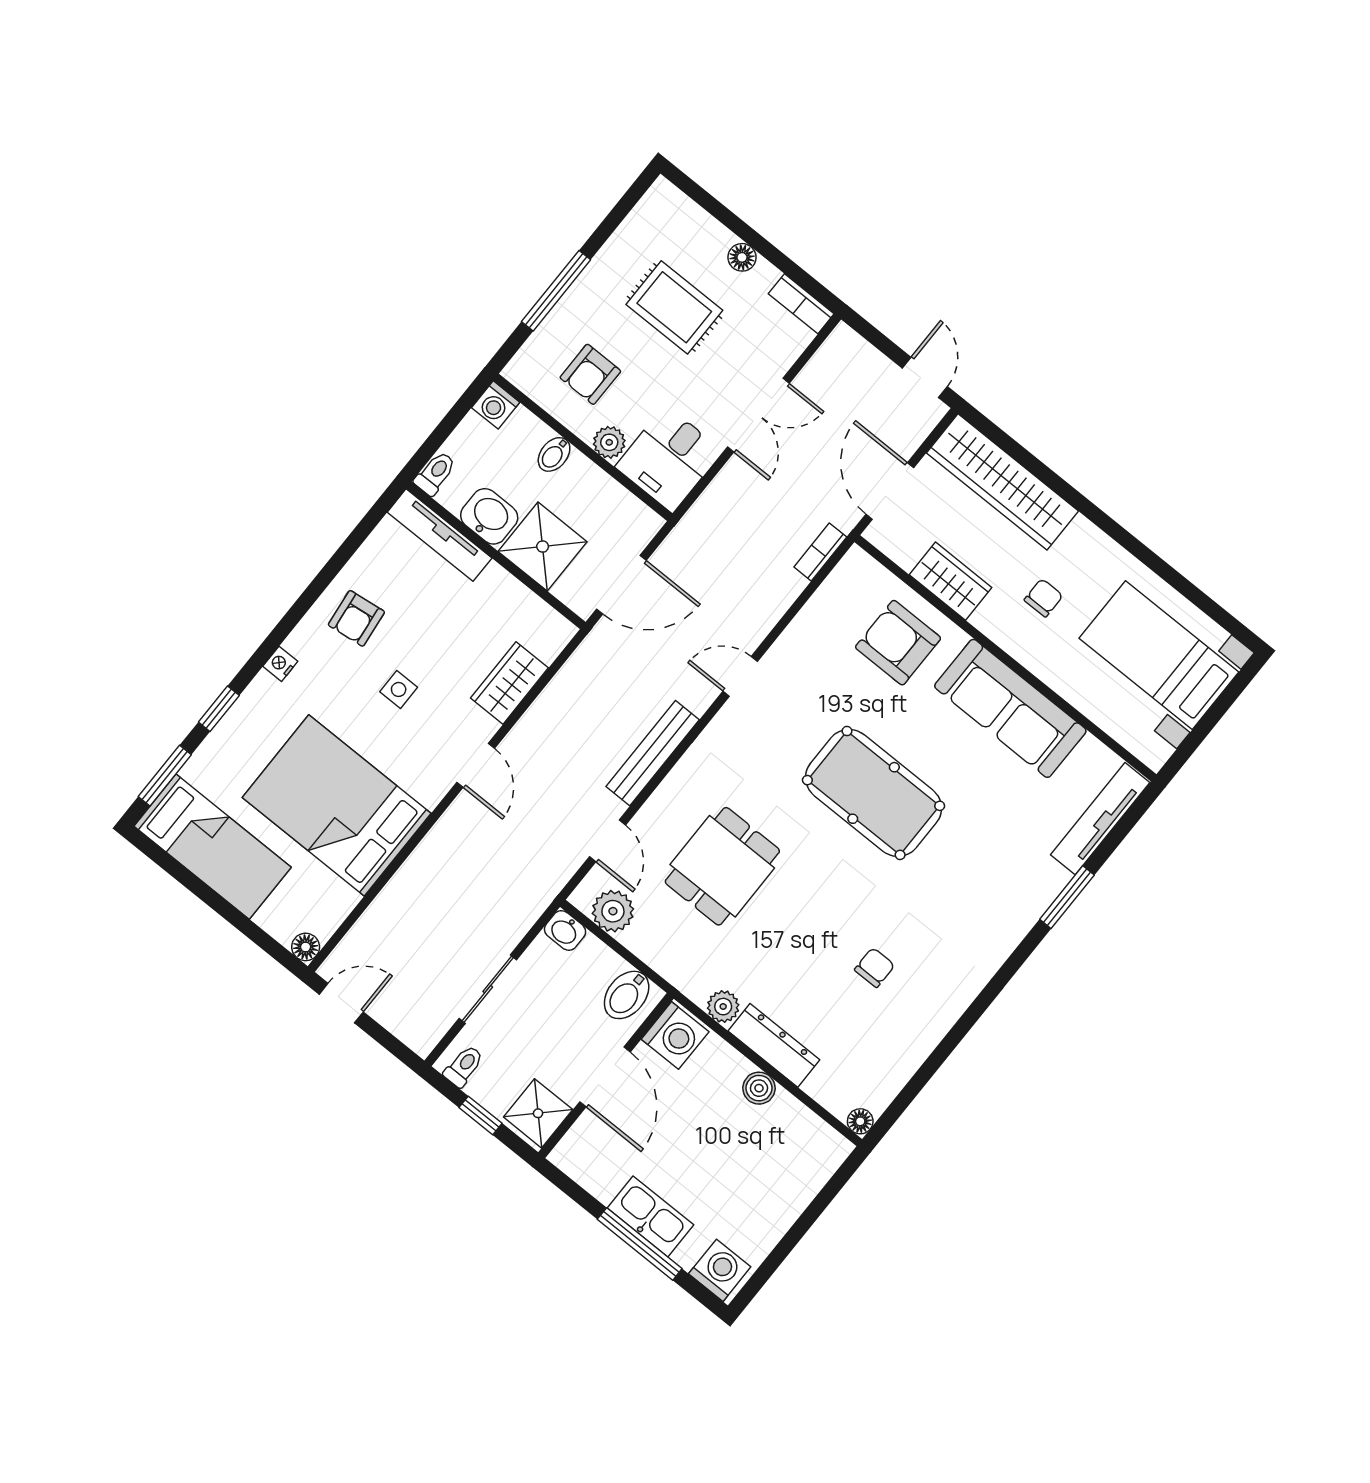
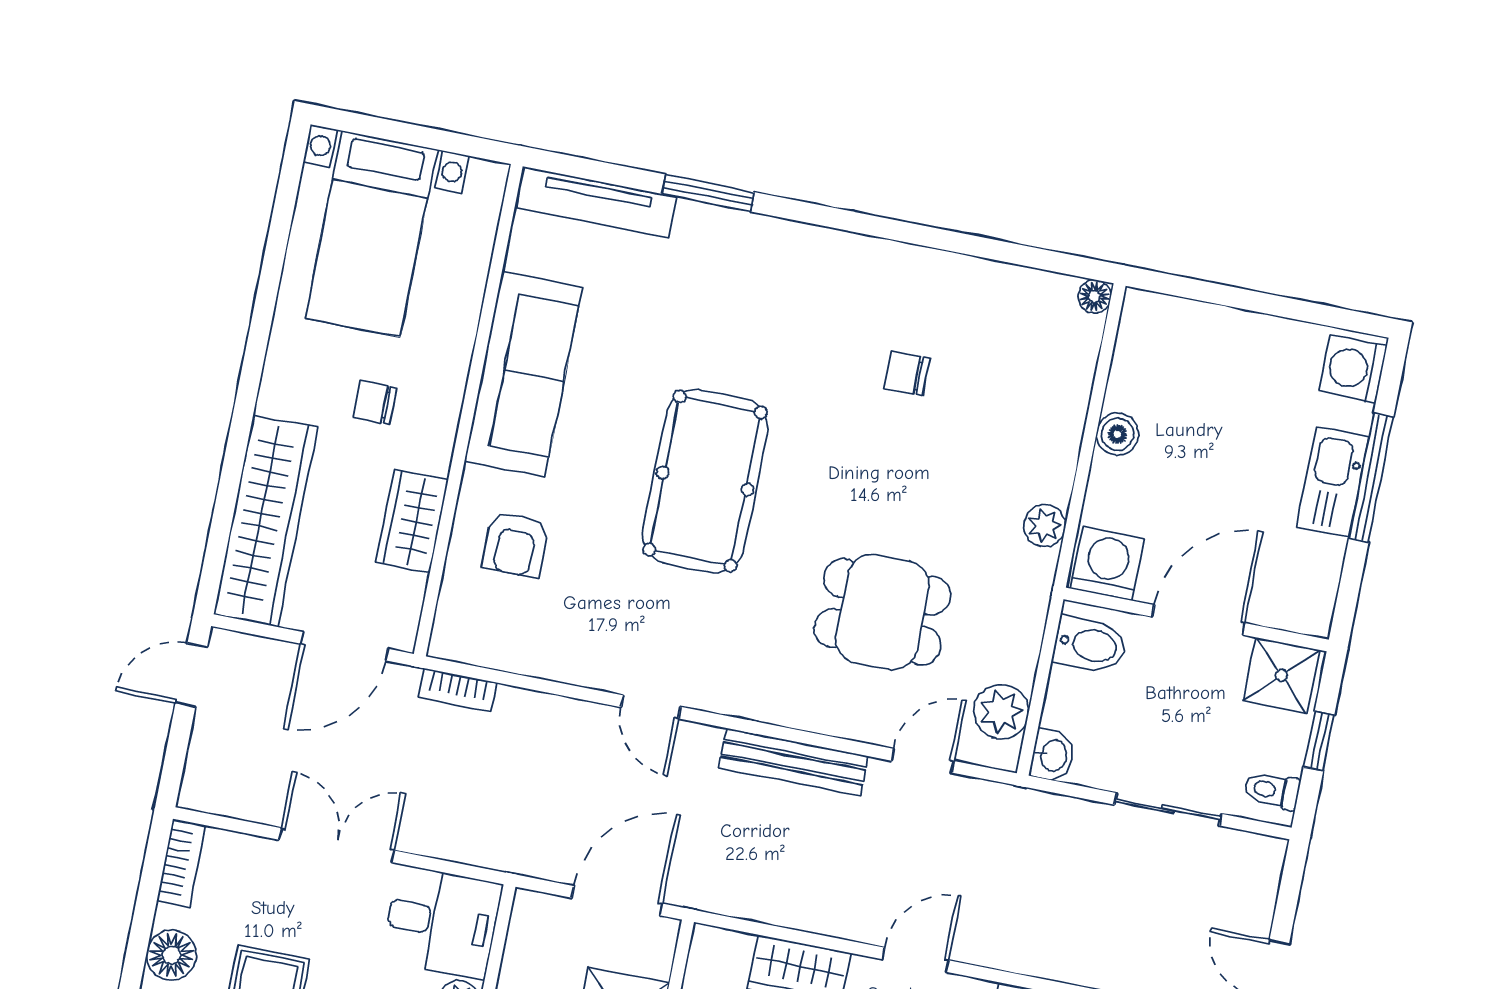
floor lamp: (742, 257) -> (171, 955), width x1.37, depth x1.37
door: (621, 585) -> (617, 901), hinge flipped
armchair: (898, 643) -> (516, 544), width x0.72, depth x0.72
dresser: (774, 1045) -> (1059, 443), removed

